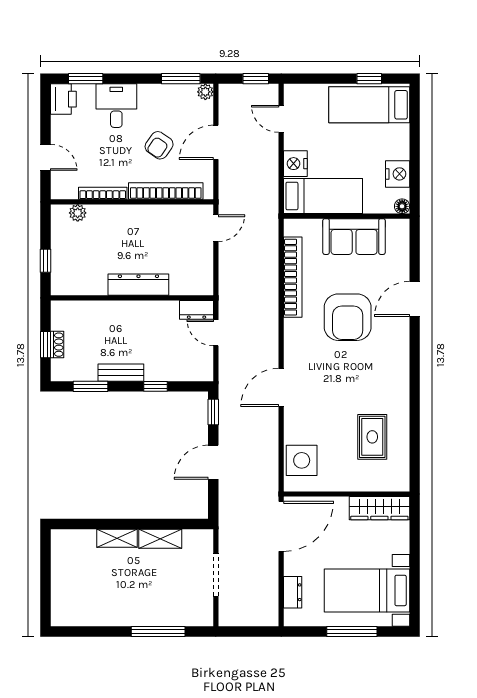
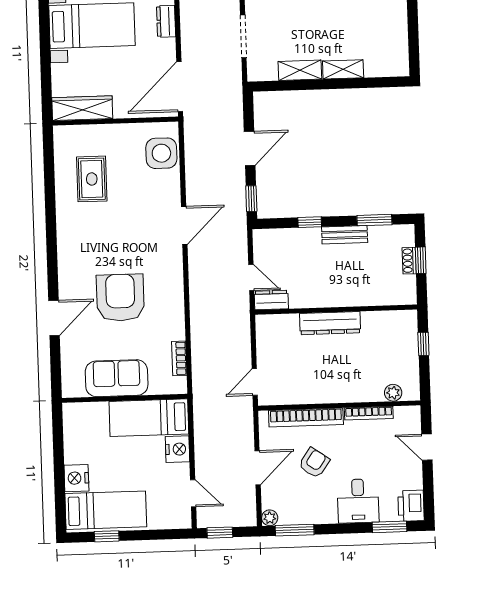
nightstand: (398, 174) -> (76, 478), moved
floor lamp: (402, 206) -> (70, 410), removed
bookcase: (293, 277) -> (179, 358), width x0.43, depth x0.76

